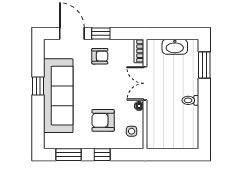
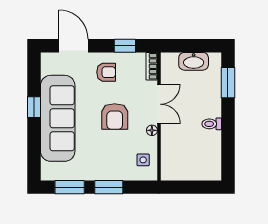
window: (101, 33) -> (125, 46), moved
double door: (145, 83) -> (159, 104), swing flipped
armchair: (103, 120) -> (115, 117), moved, turned -90
window: (102, 155) -> (109, 187), width x1.50

